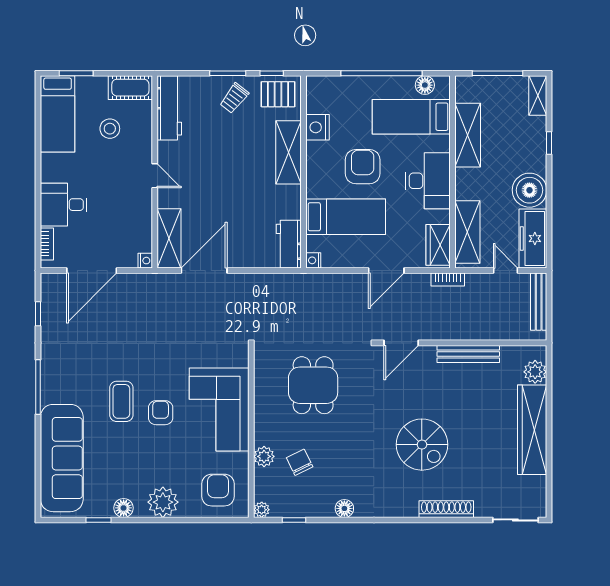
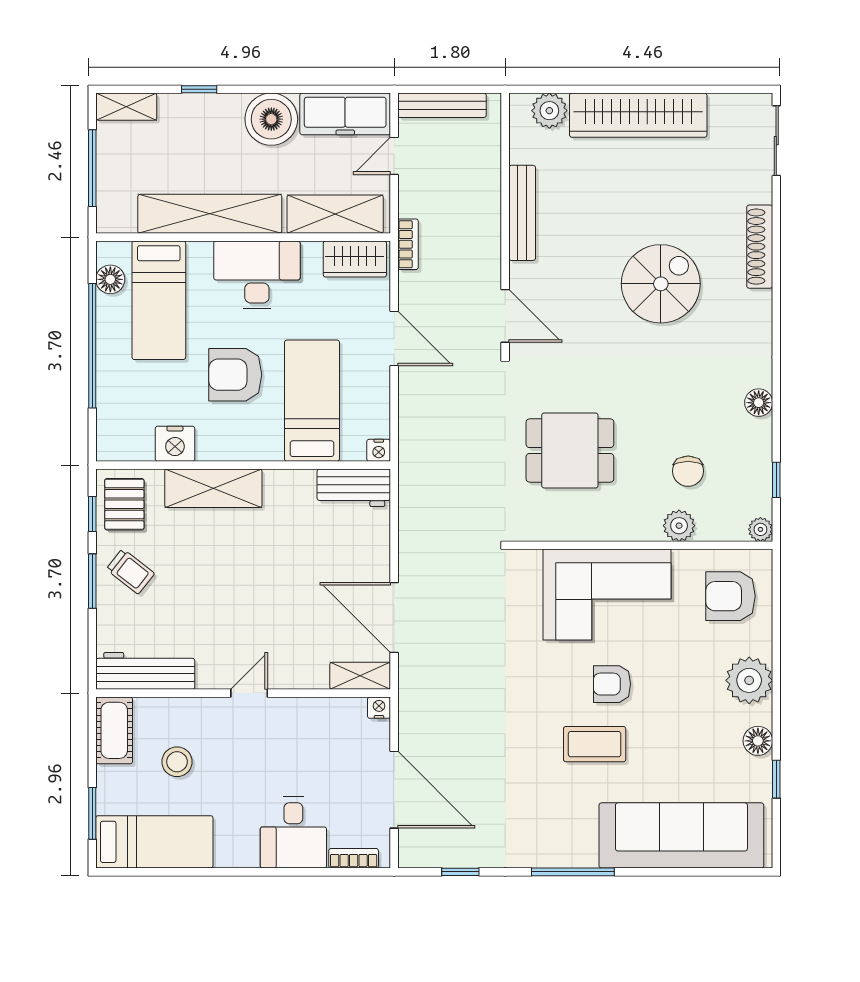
shelving: (468, 135) -> (210, 214), width x1.47
shelving: (169, 238) -> (360, 676), width x0.67, depth x0.75
chair: (300, 462) -> (688, 471), turned -64

